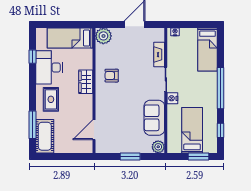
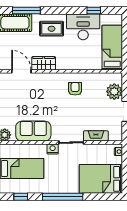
plant: (103, 36) -> (114, 92), moved
bed: (207, 49) -> (101, 179), width x1.50
wardrobe: (86, 82) -> (44, 63), moved

